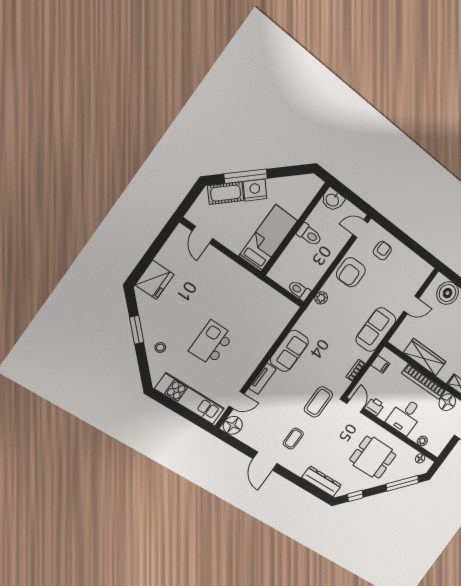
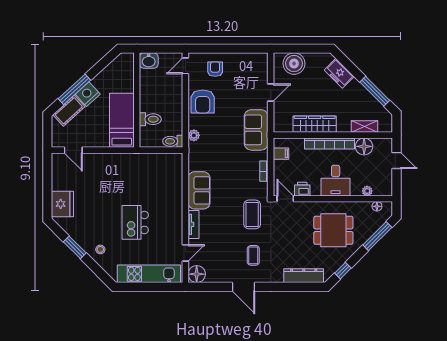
toilet: (309, 235) -> (150, 119), moved

